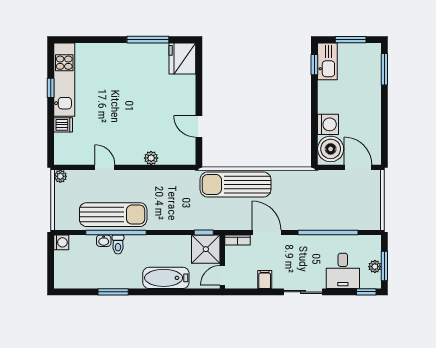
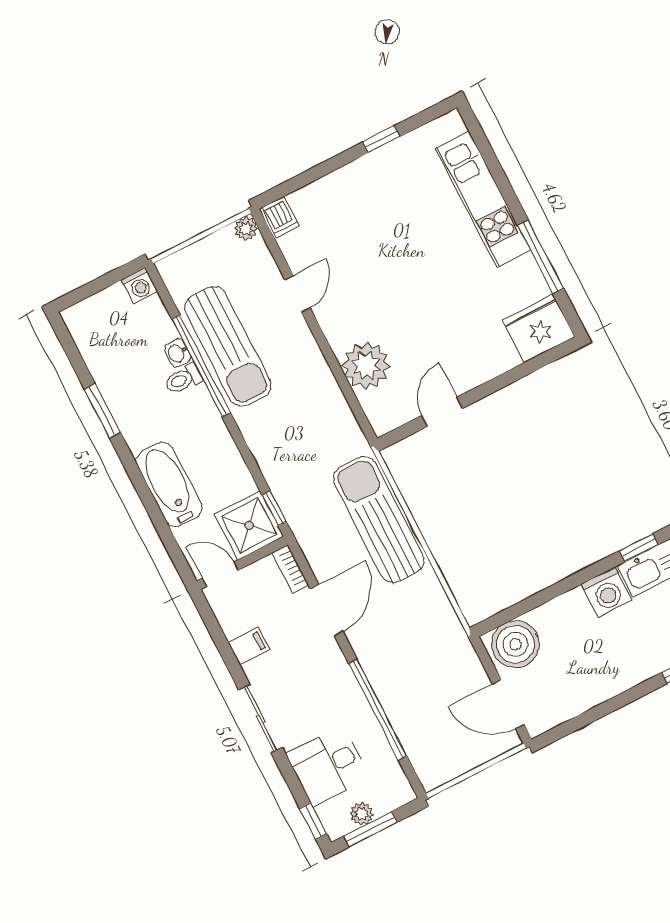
kitchen unit: (64, 80) -> (483, 199), moved, turned 90
washing machine: (328, 124) -> (606, 592), moved
dishwasher: (63, 125) -> (280, 217), moved
plant: (151, 158) -> (366, 366), width x1.88, depth x1.88
door: (358, 167) -> (508, 704), swing flipped

